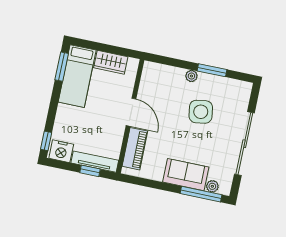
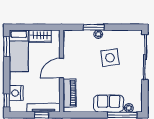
window: (212, 70) -> (94, 27), moved
door: (131, 112) -> (62, 68), swing flipped
sliding door: (244, 144) -> (145, 57), moved
nightstand: (61, 151) -> (16, 93), moved, turned 90

